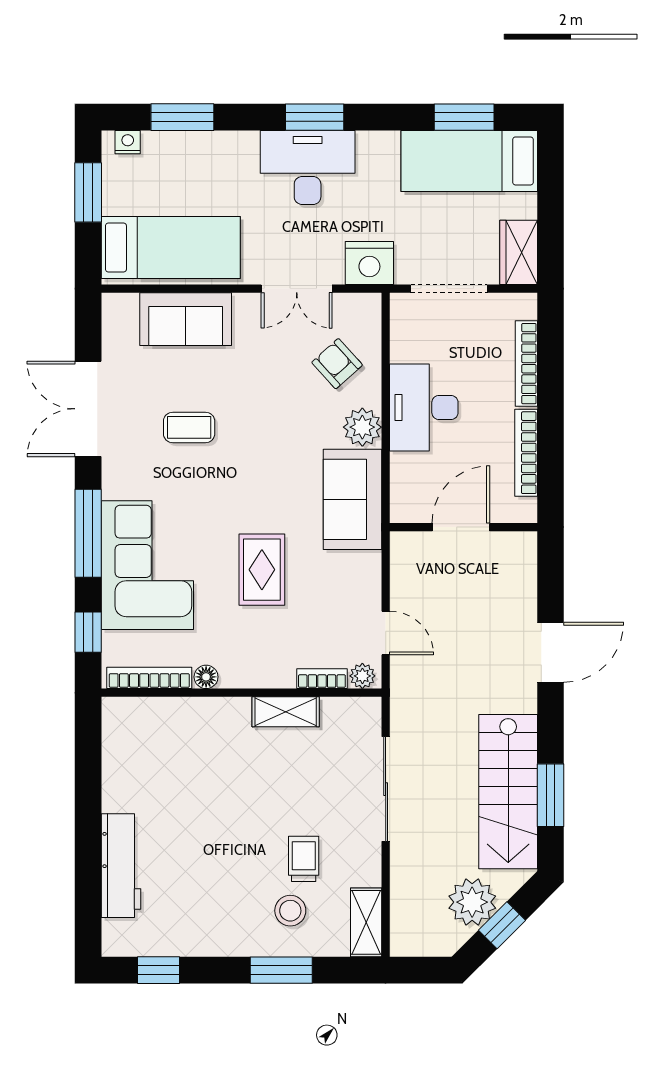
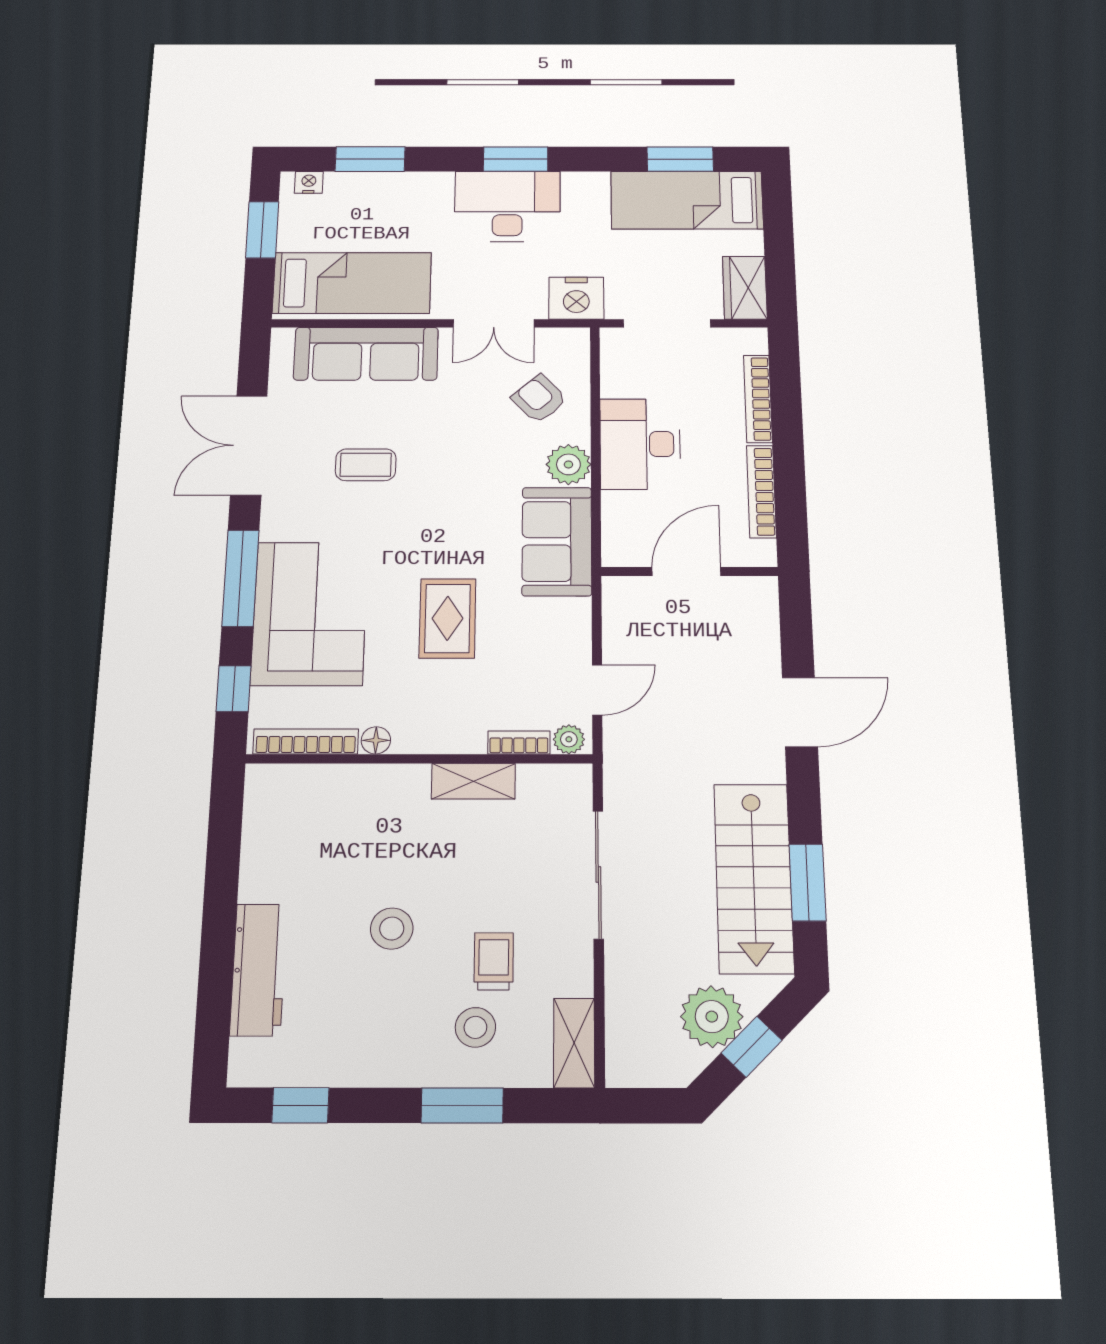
sofa: (186, 319) -> (366, 354), width x1.36
door: (386, 633) -> (597, 690), hinge flipped
stool: (224, 833) -> (392, 929), added

